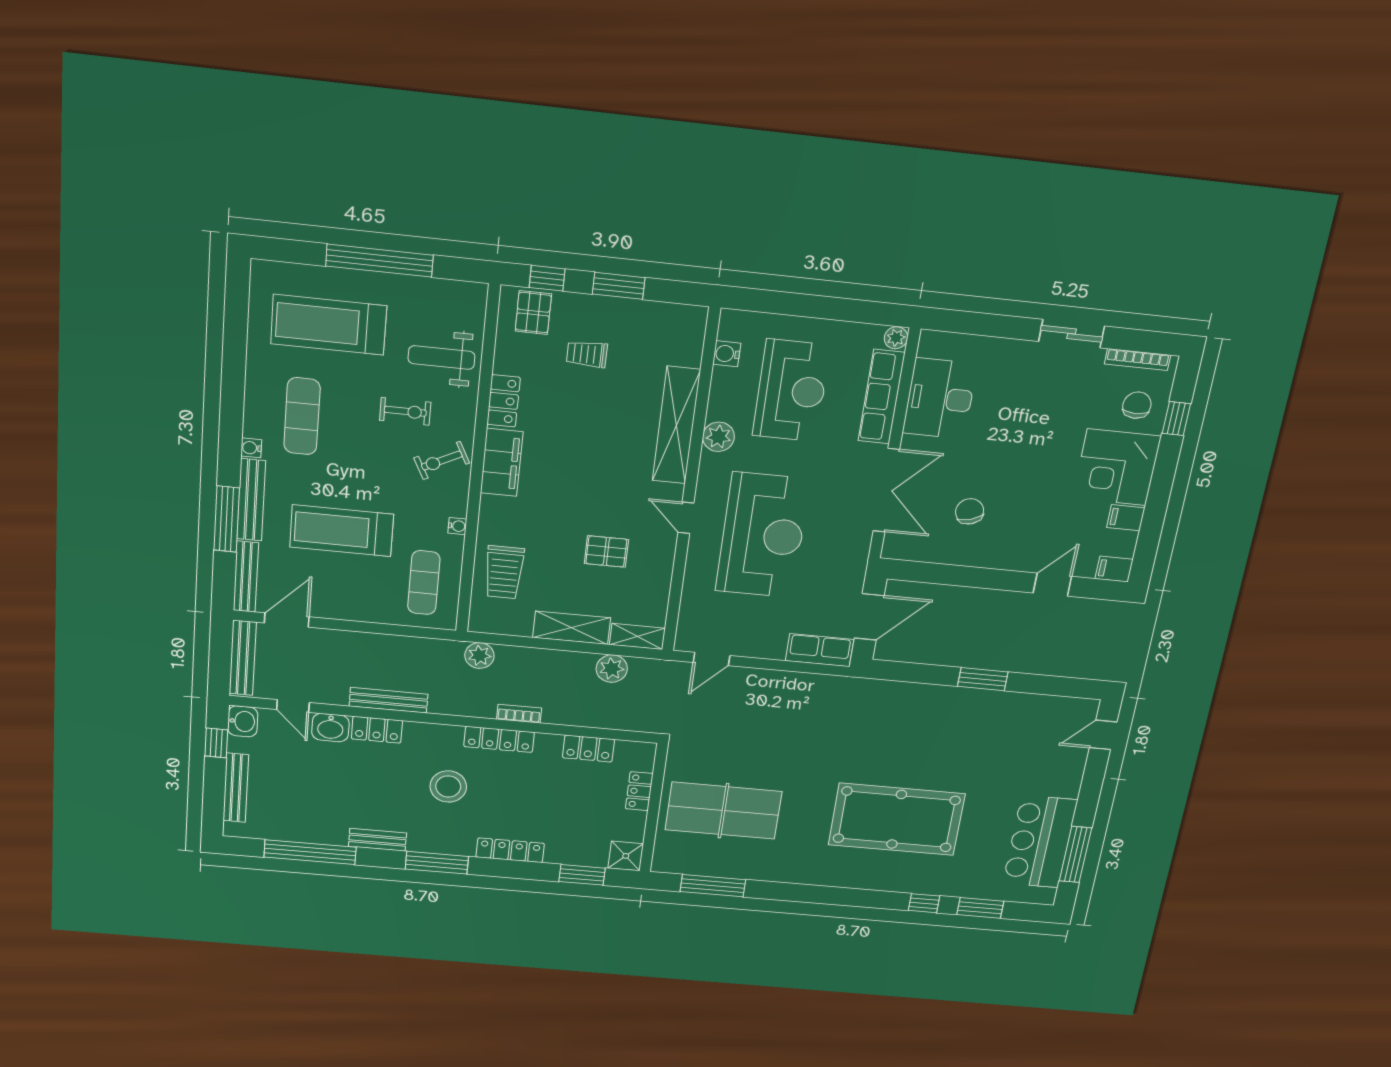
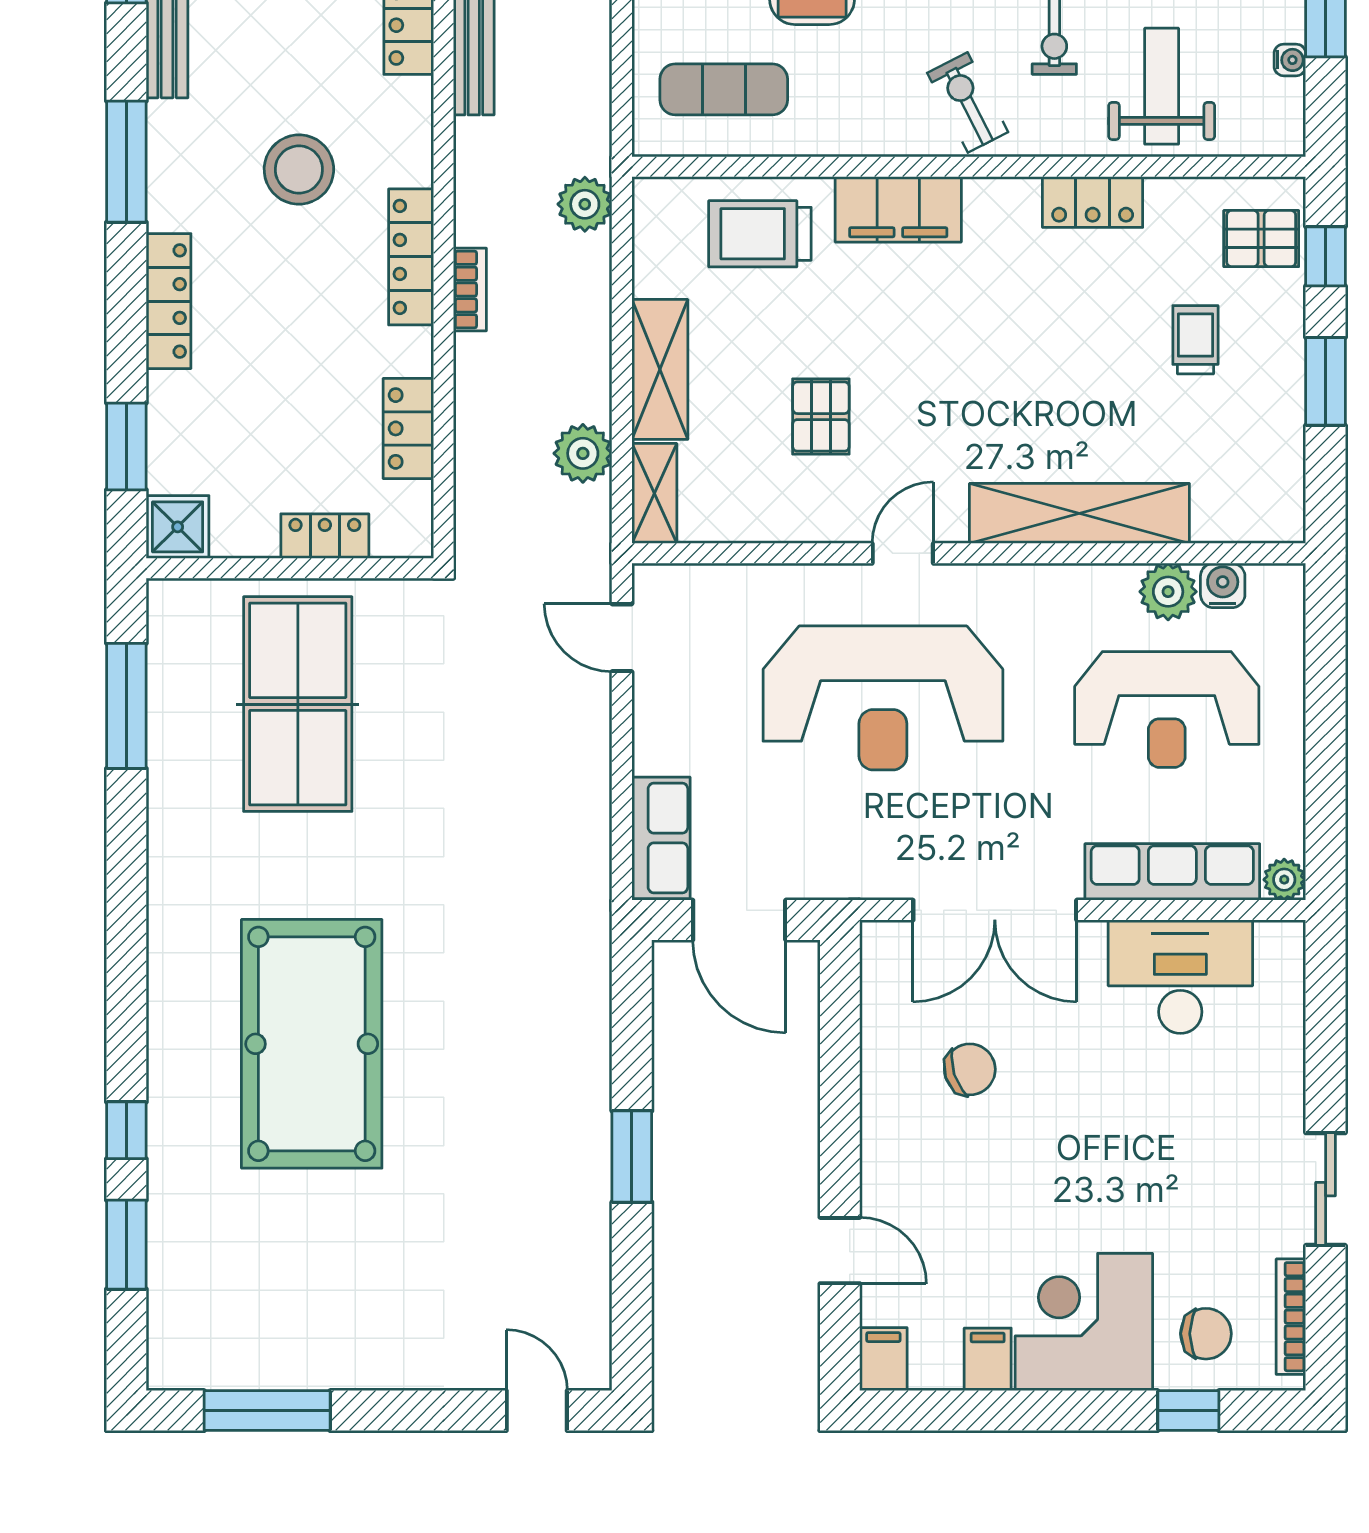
plant: (718, 437) -> (1168, 592), moved
filing cabinet: (502, 462) -> (898, 209), moved
water cooler: (457, 526) -> (1290, 60), moved, turned -90
bar counter: (1040, 842) -> (289, 1335), removed

